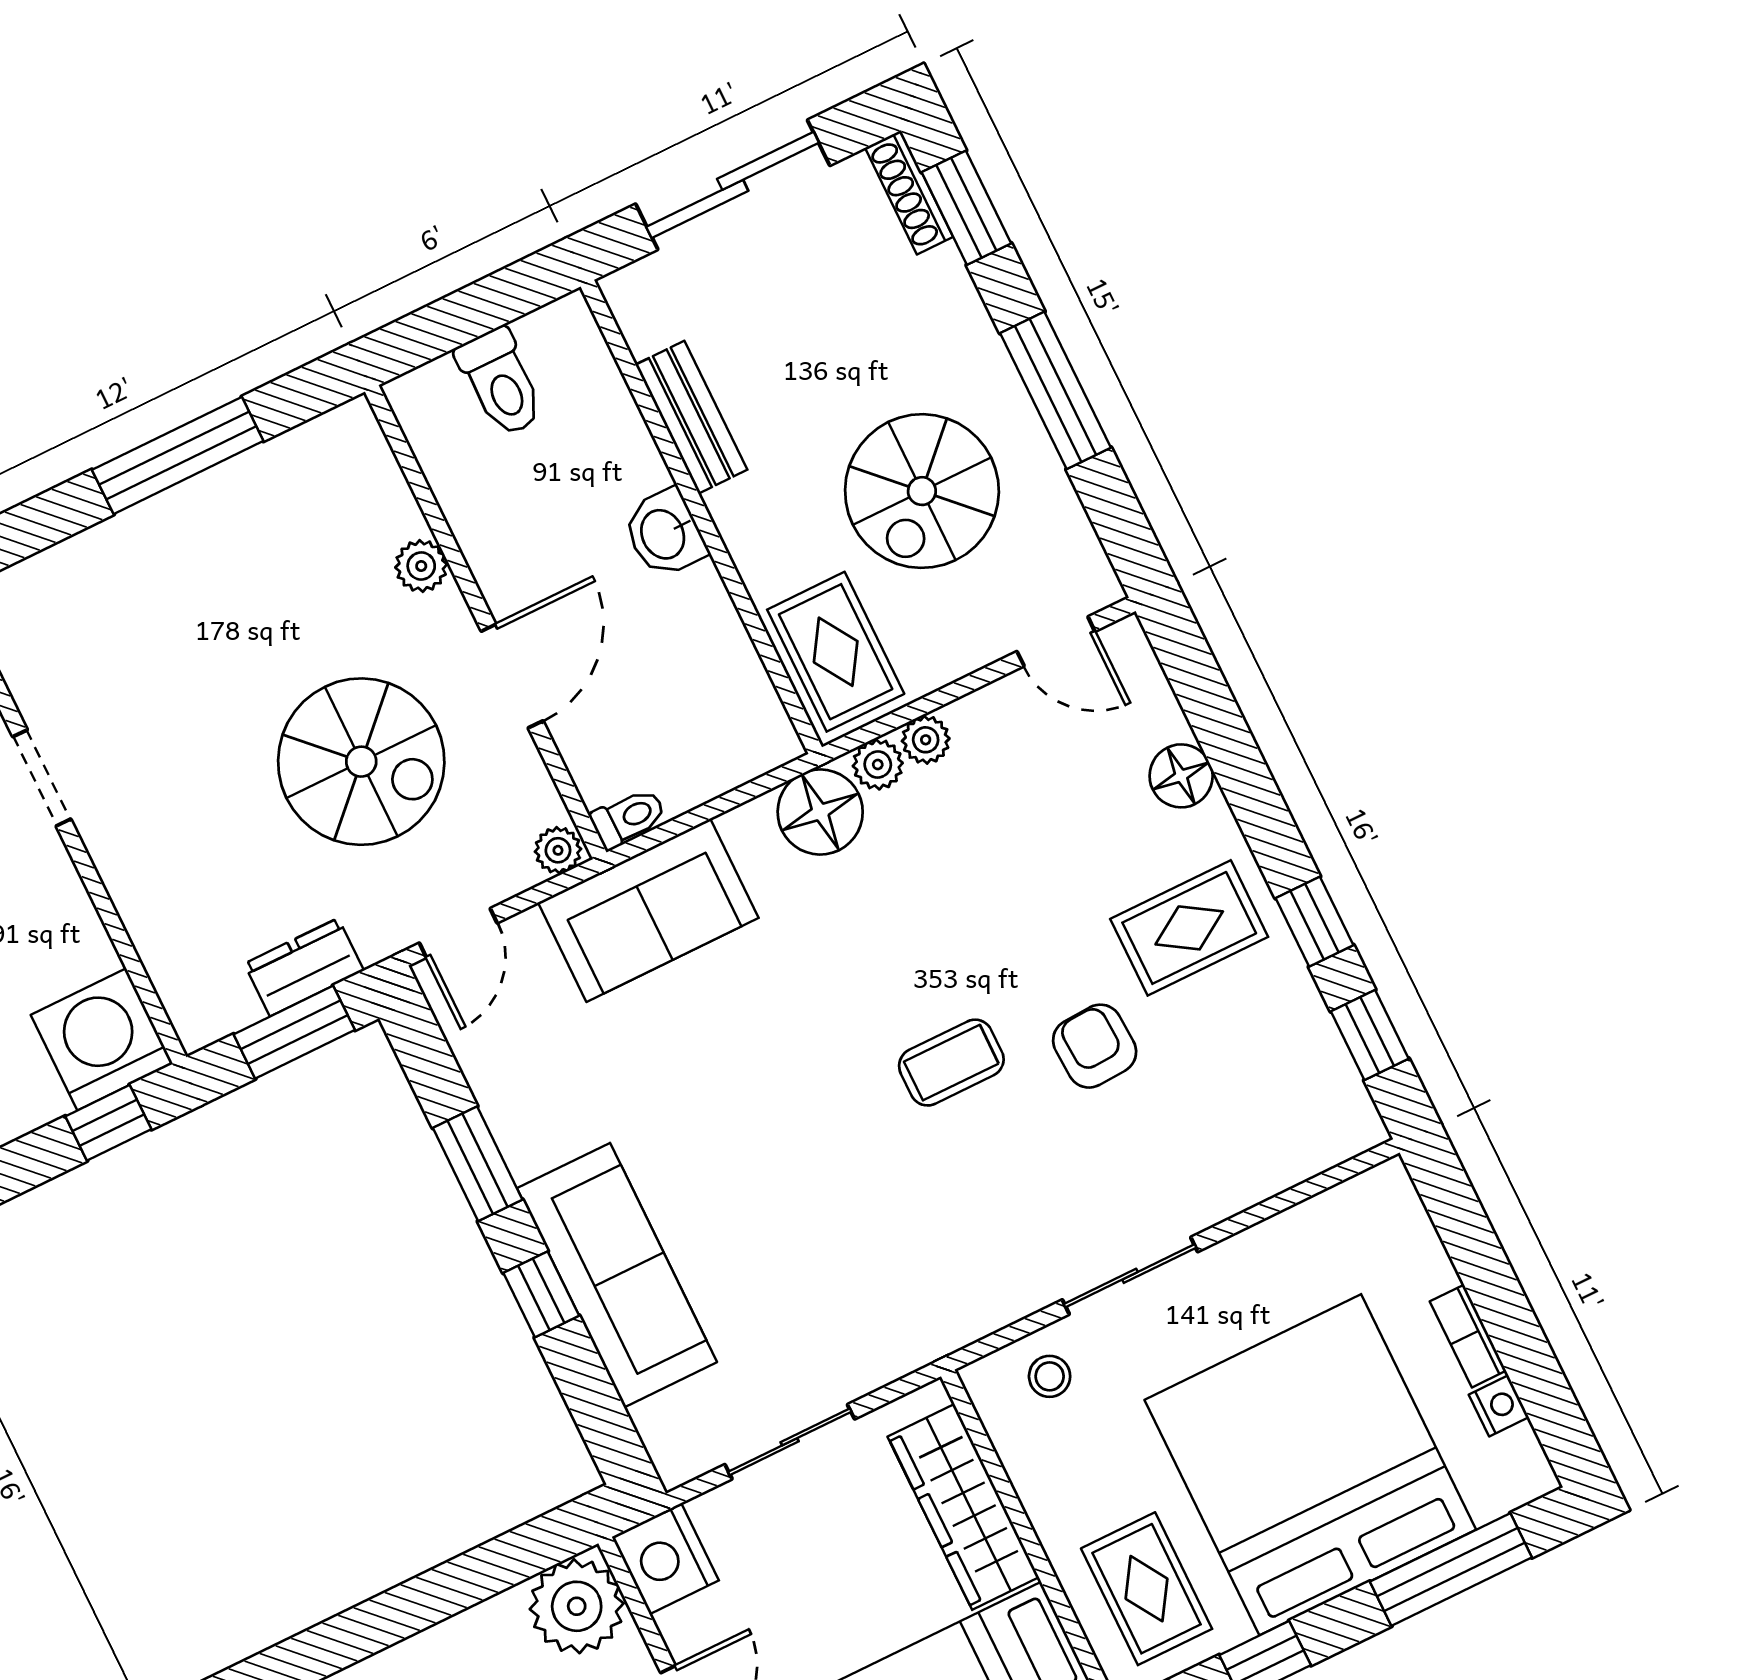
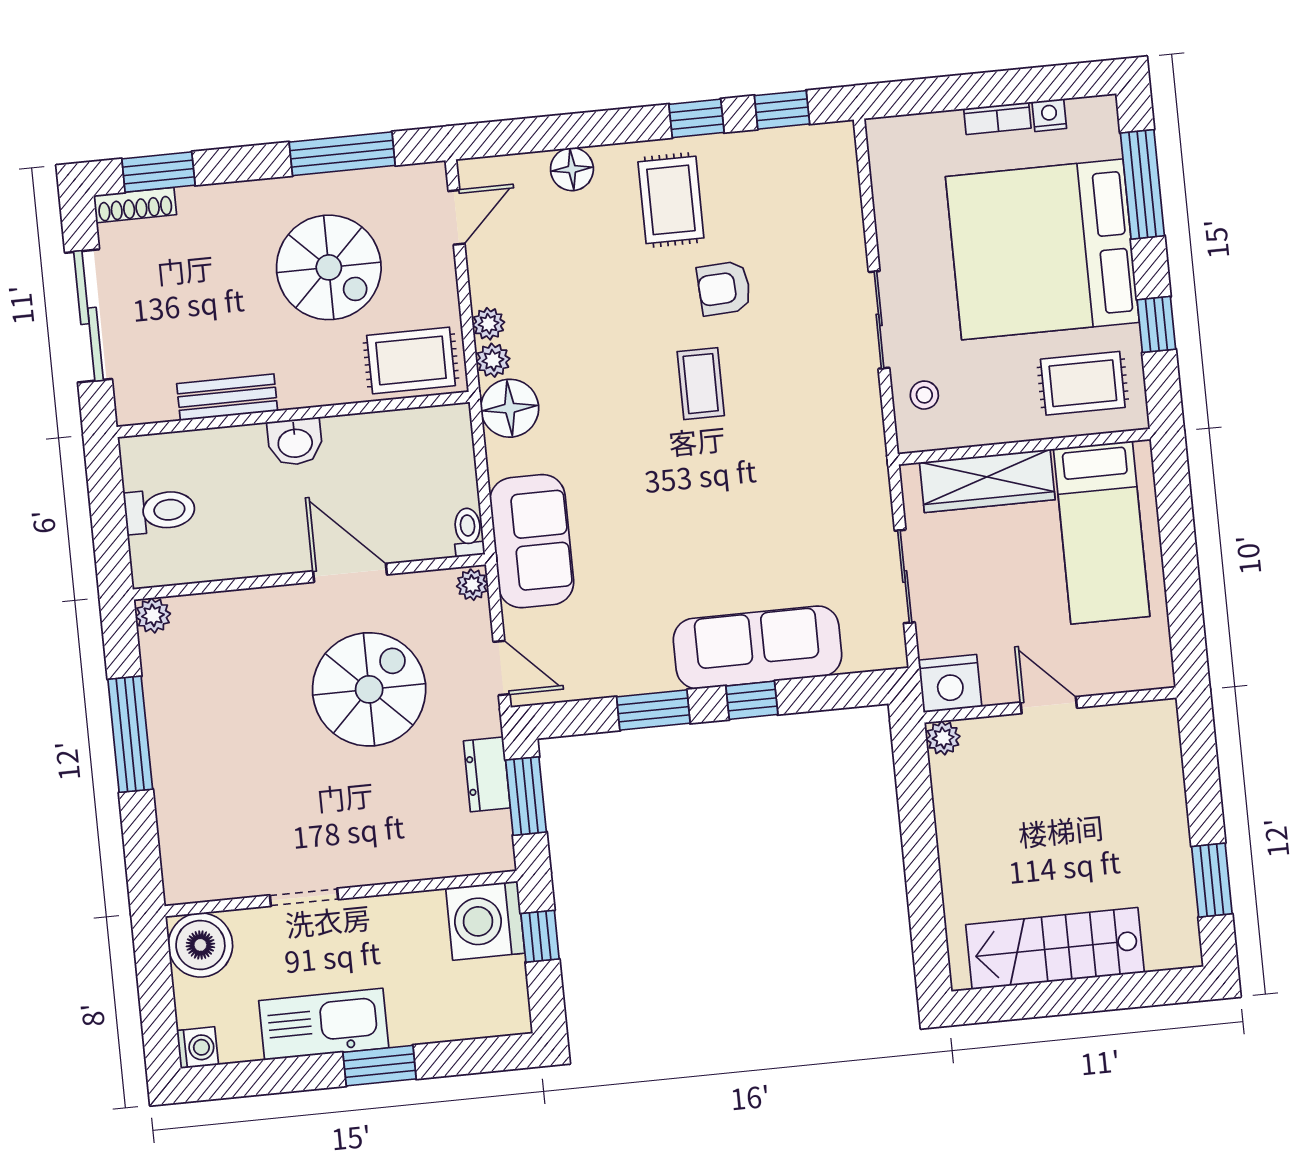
window: (1055, 390) -> (342, 154), moved
plant: (421, 566) -> (153, 615), moved
plant: (577, 1606) -> (943, 738), width x0.53, depth x0.53

